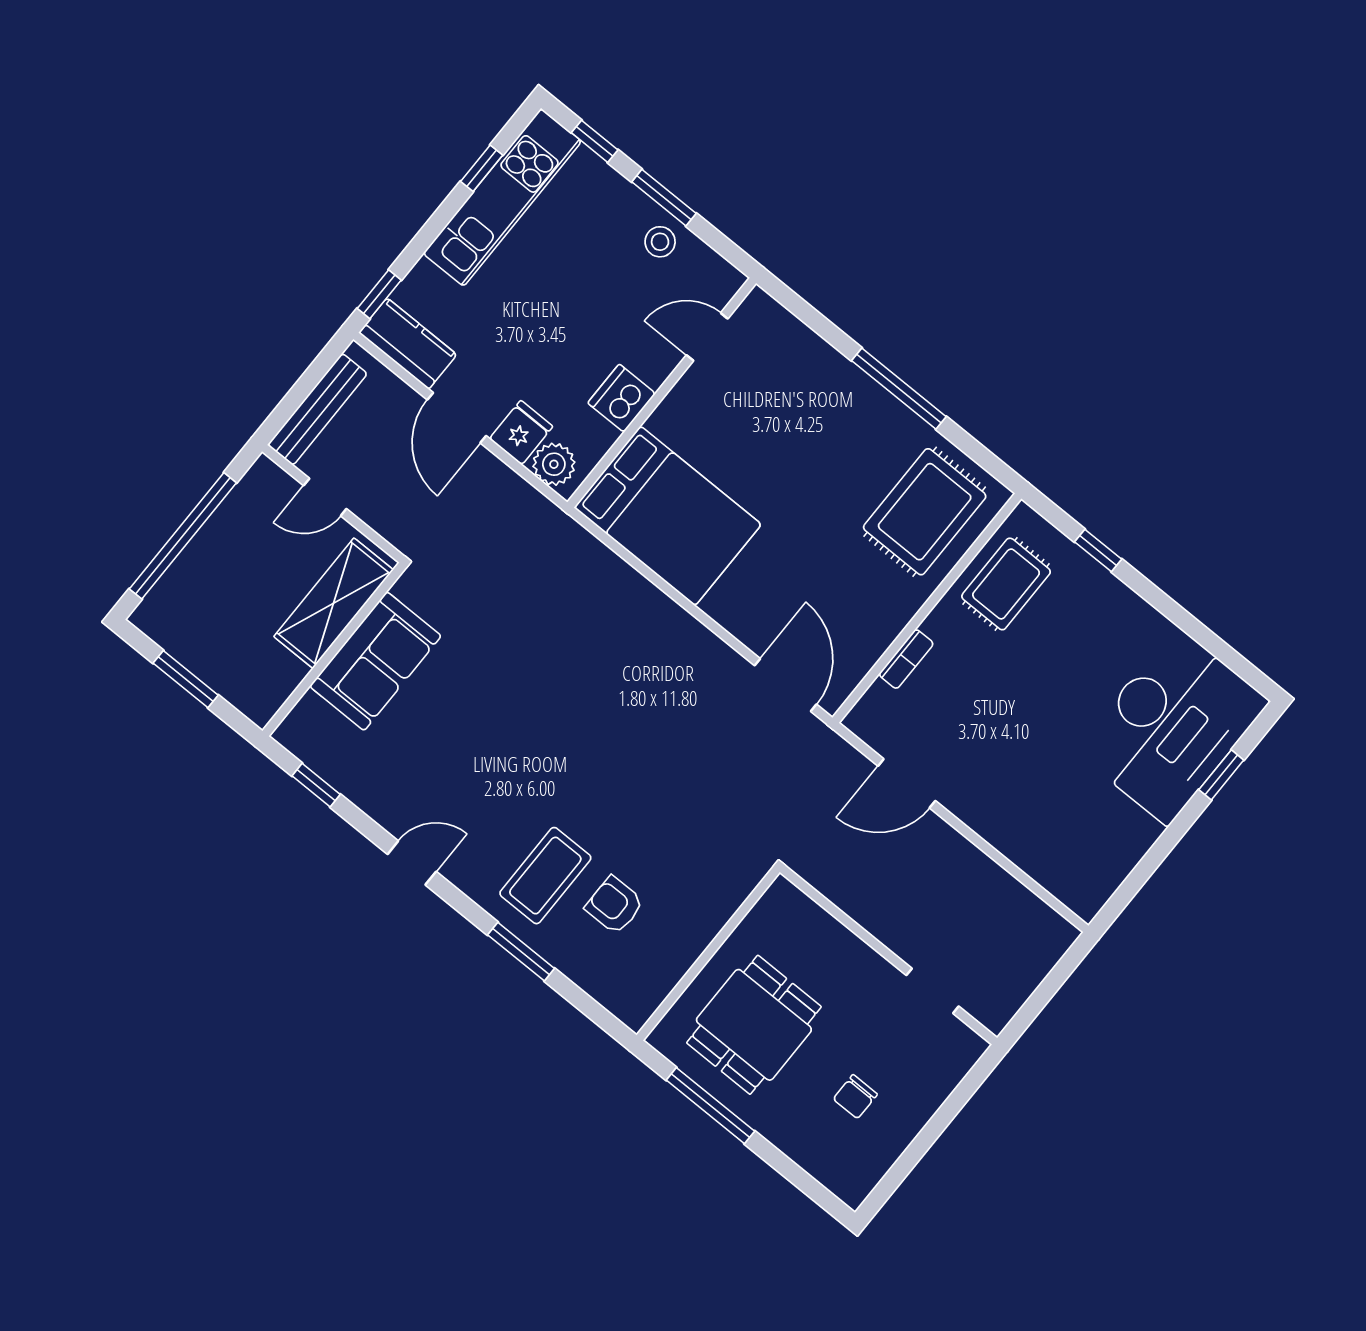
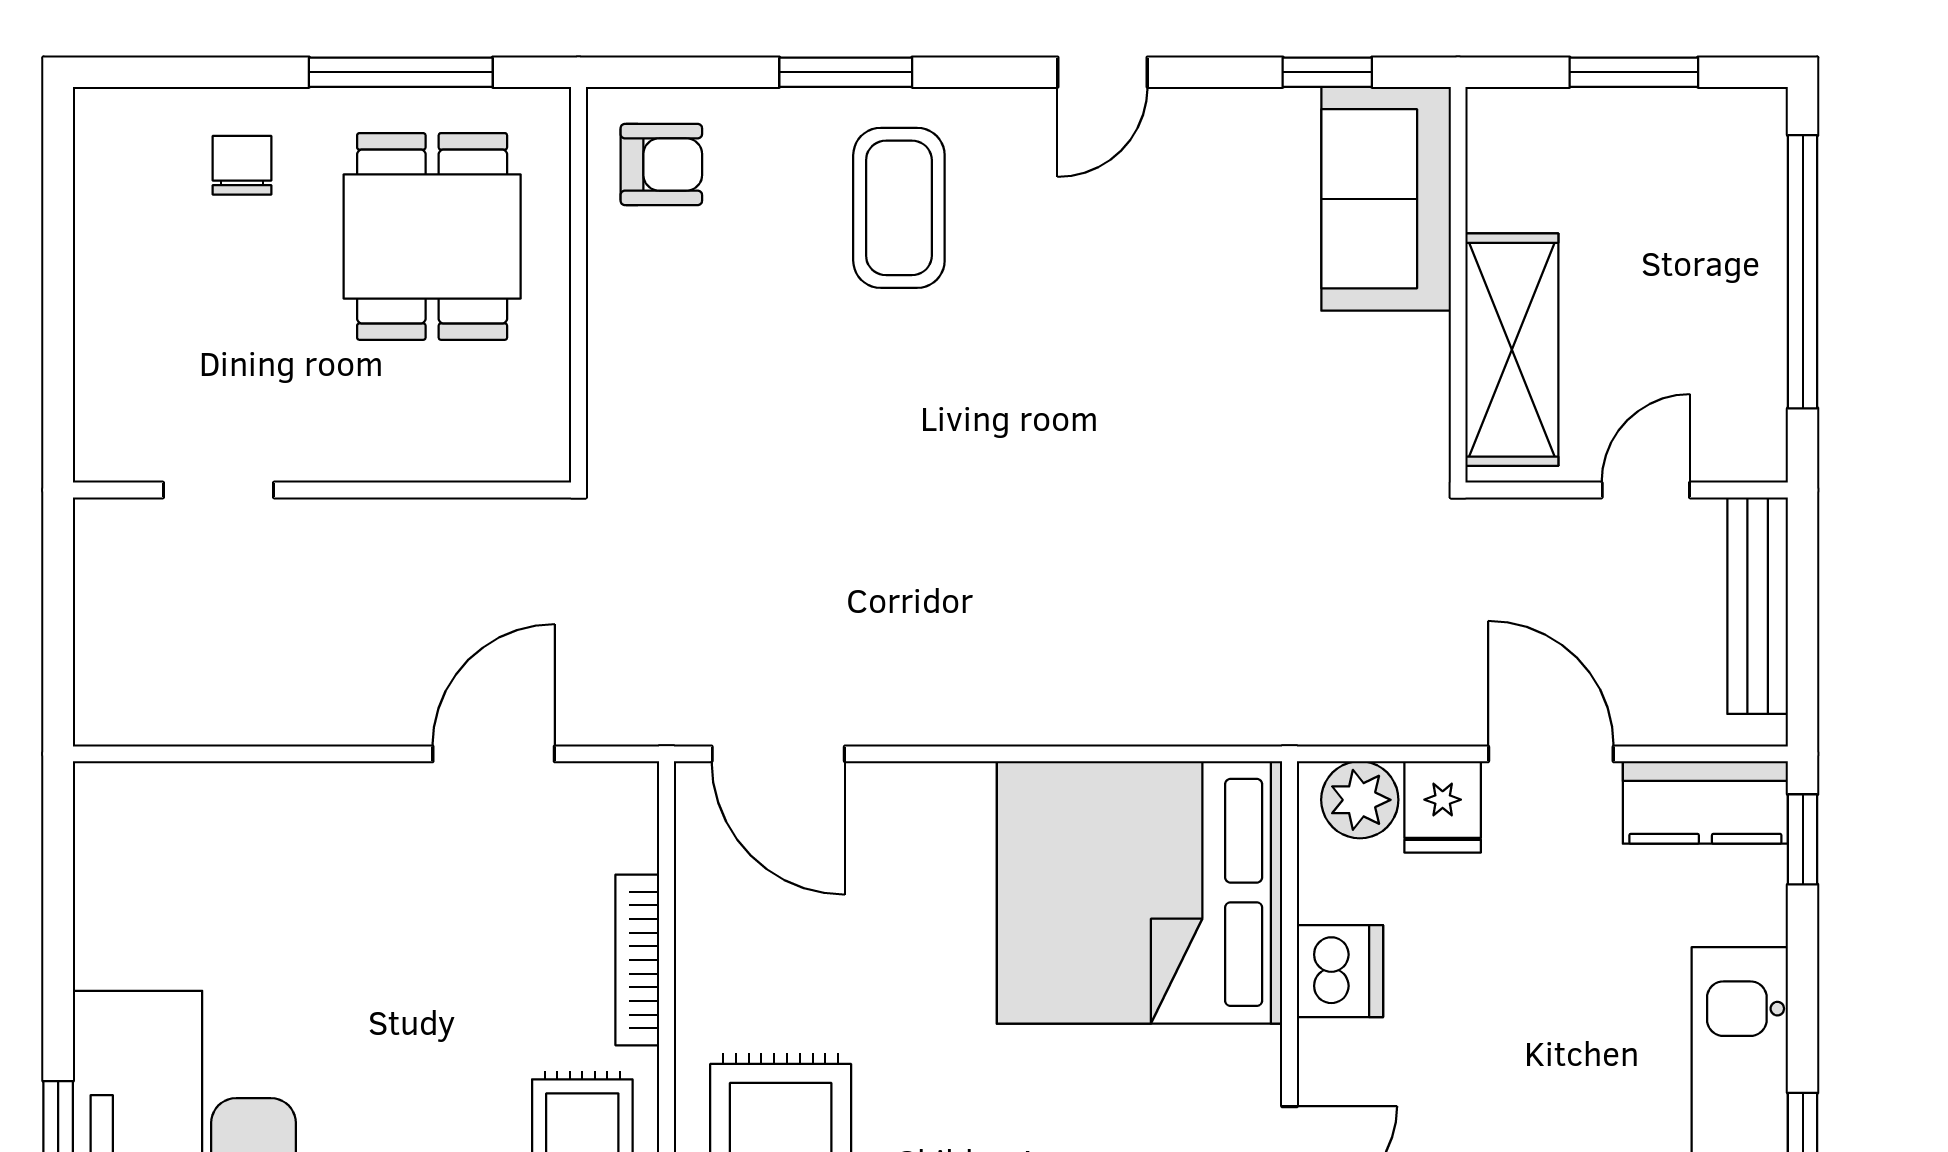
bed: (668, 516) -> (1139, 892), width x1.36
bookcase: (906, 659) -> (637, 960), width x1.56
sofa: (375, 661) -> (1386, 199), moved
armchair: (614, 905) -> (661, 165), moved
chair: (855, 1097) -> (242, 165), moved

